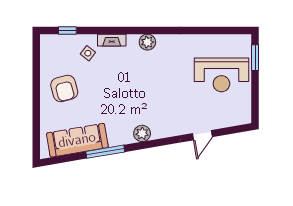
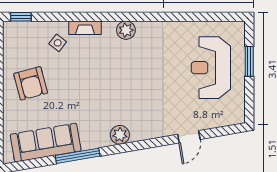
window: (67, 30) -> (21, 17), moved
window: (255, 58) -> (249, 61), moved
reception desk: (221, 75) -> (211, 68), turned 90

